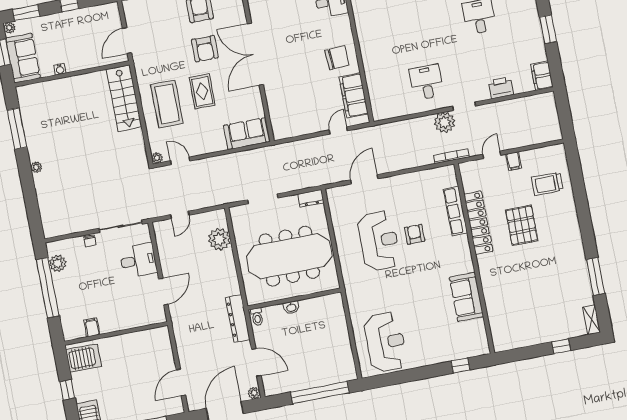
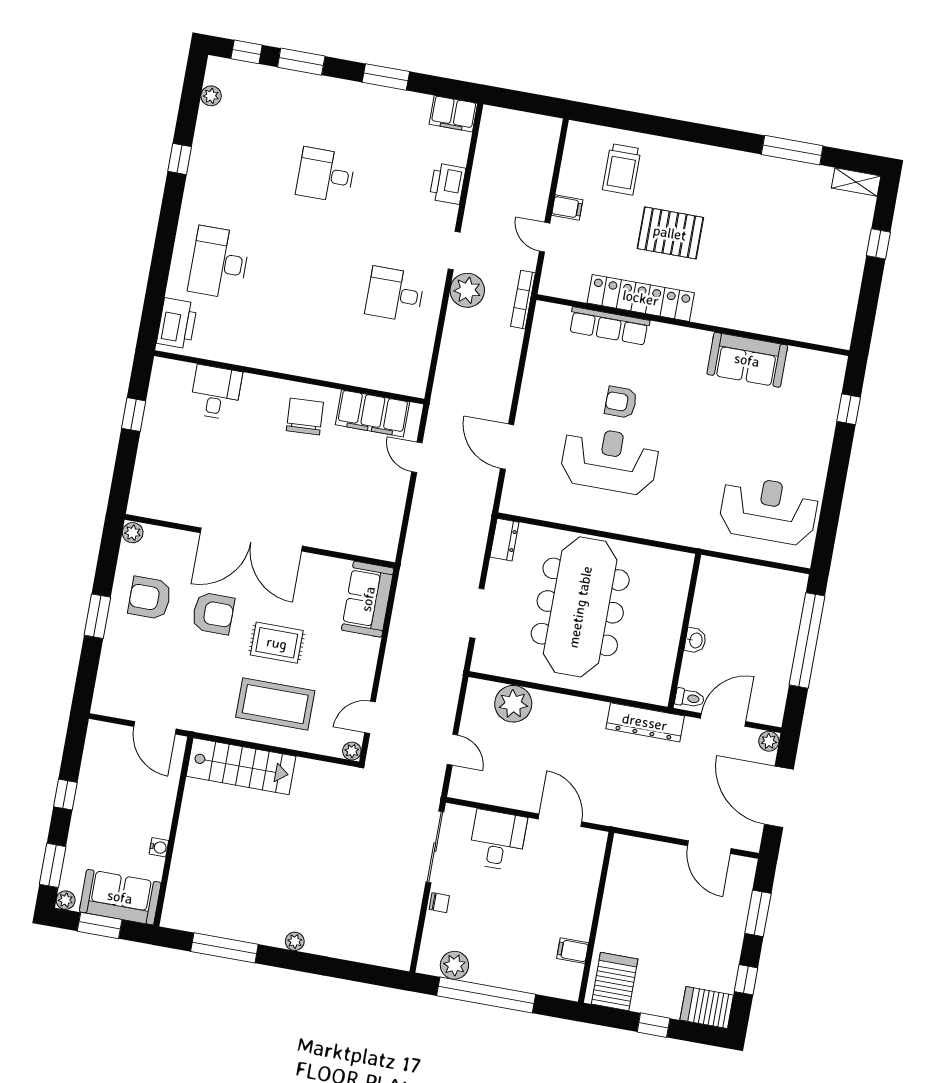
wall: (294, 299) -> (684, 631), moved
washbasin: (291, 307) -> (695, 640), moved
toilet: (257, 317) -> (689, 698), moved

